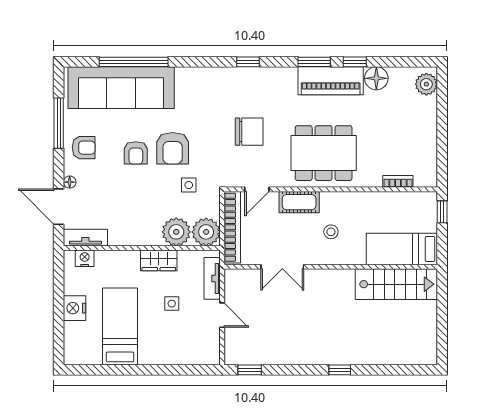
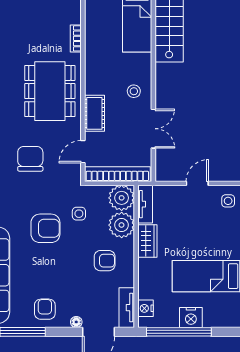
armchair: (136, 153) -> (105, 261), moved
bookcase: (398, 181) -> (76, 38), moved
door: (257, 189) -> (83, 152), swing flipped
stool: (331, 232) -> (134, 91), moved
tv unit: (212, 278) -> (145, 204), moved, turned -90
window: (59, 295) -> (179, 332), added
side table: (172, 304) -> (228, 201), moved

